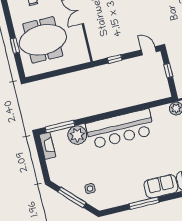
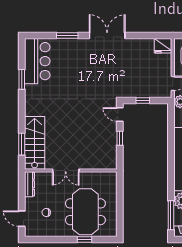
door: (149, 51) -> (120, 114), hinge flipped
window: (115, 59) -> (120, 138), moved

